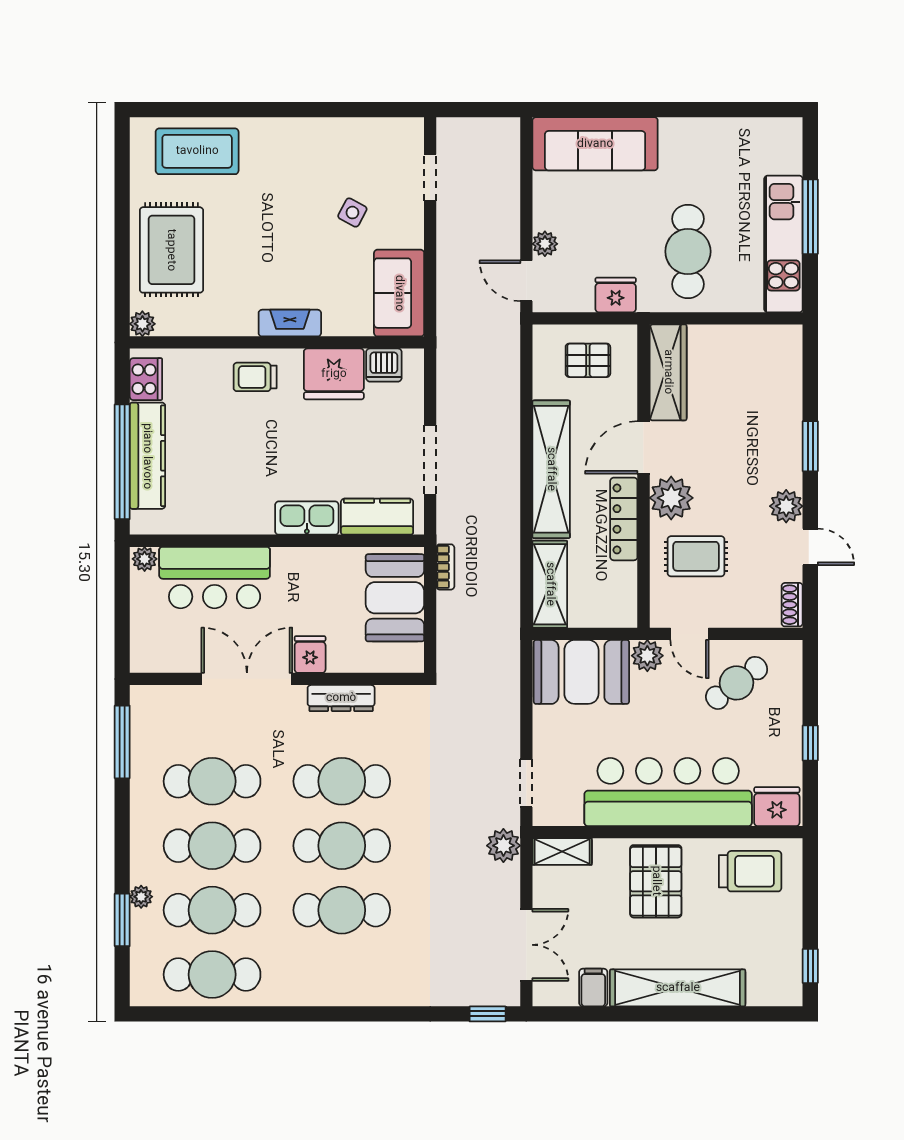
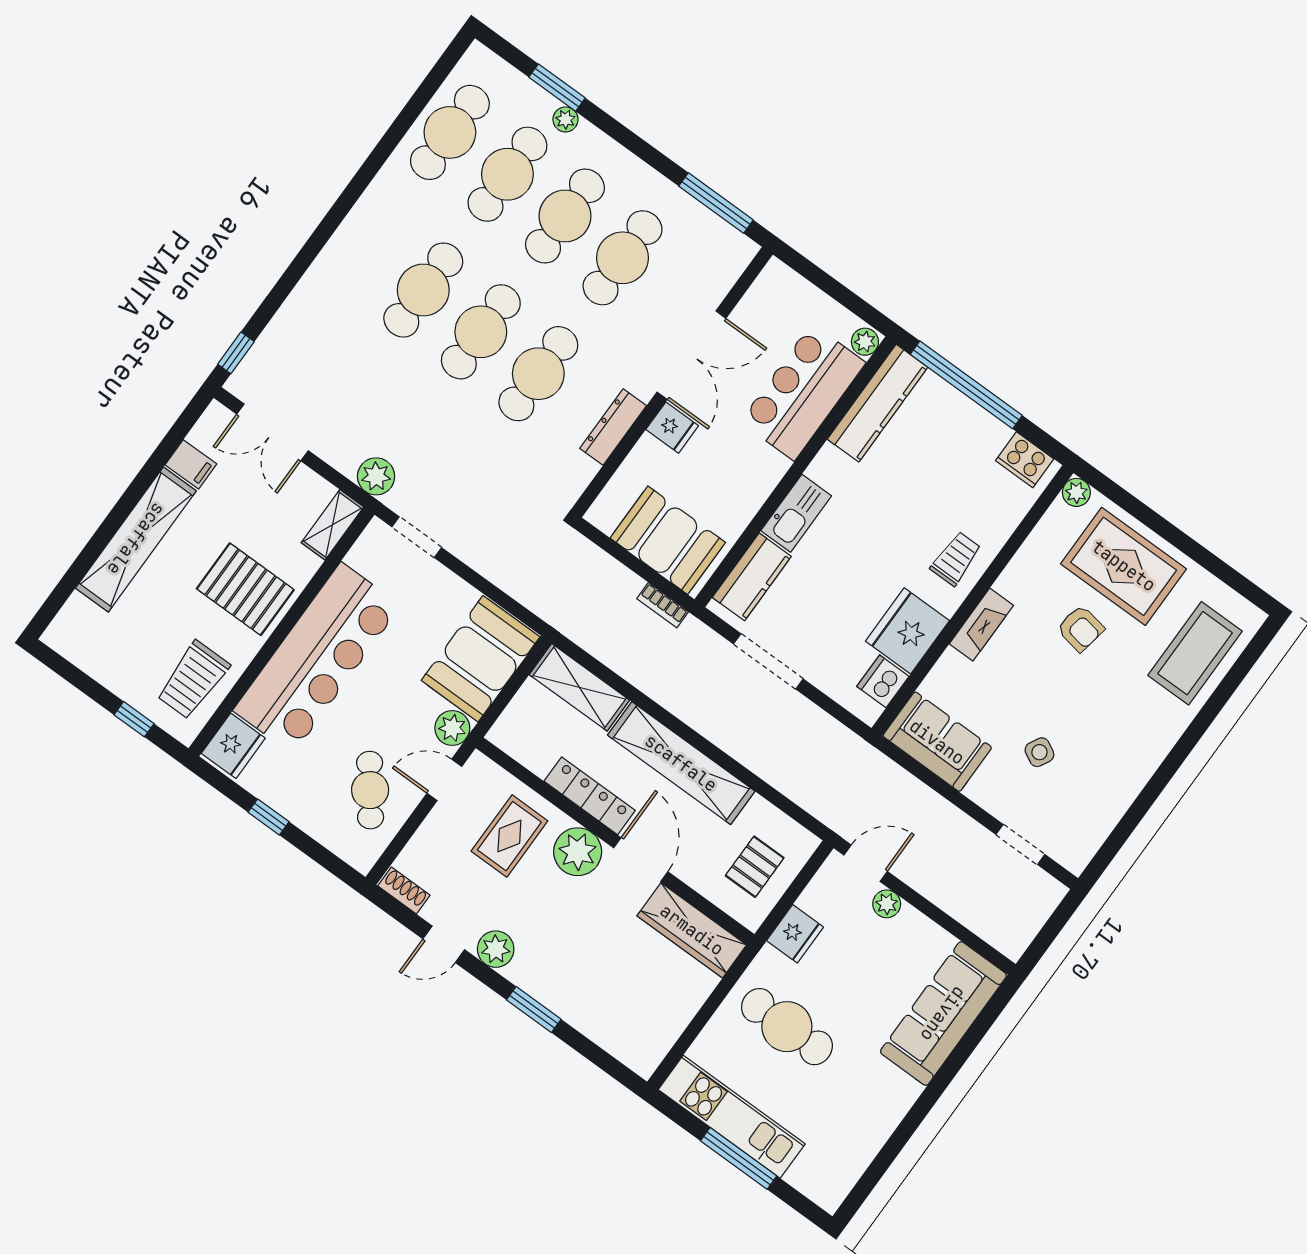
armchair: (240, 248) -> (1080, 629), added
kitchen counter: (147, 456) -> (877, 403), moved, turned -90
window: (810, 966) -> (134, 719), moved

